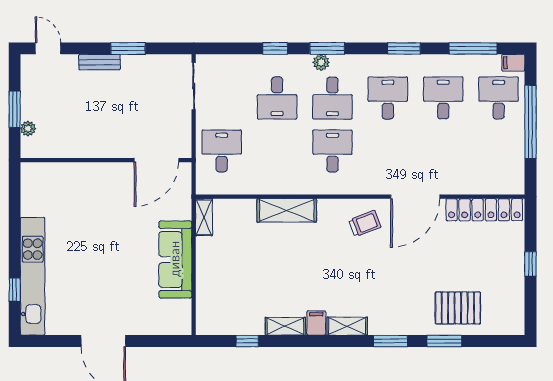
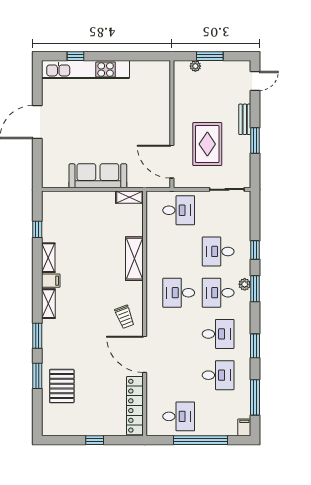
desk: (499, 98) -> (179, 416), moved
rug: (133, 113) -> (207, 144), added
desk: (332, 151) -> (179, 293), turned 180

